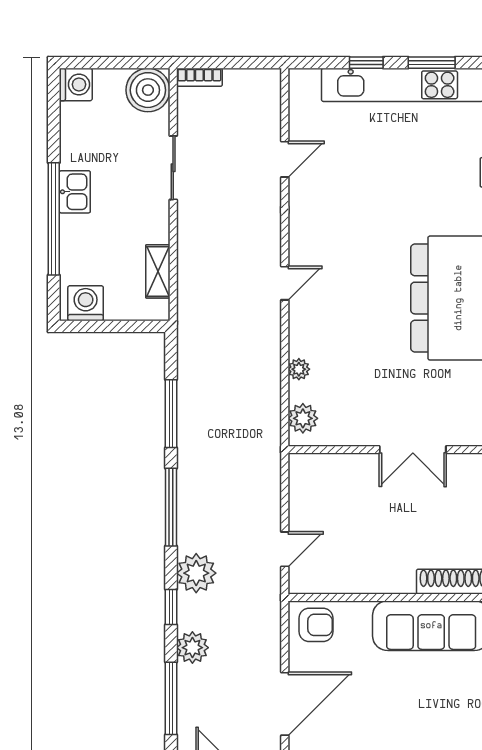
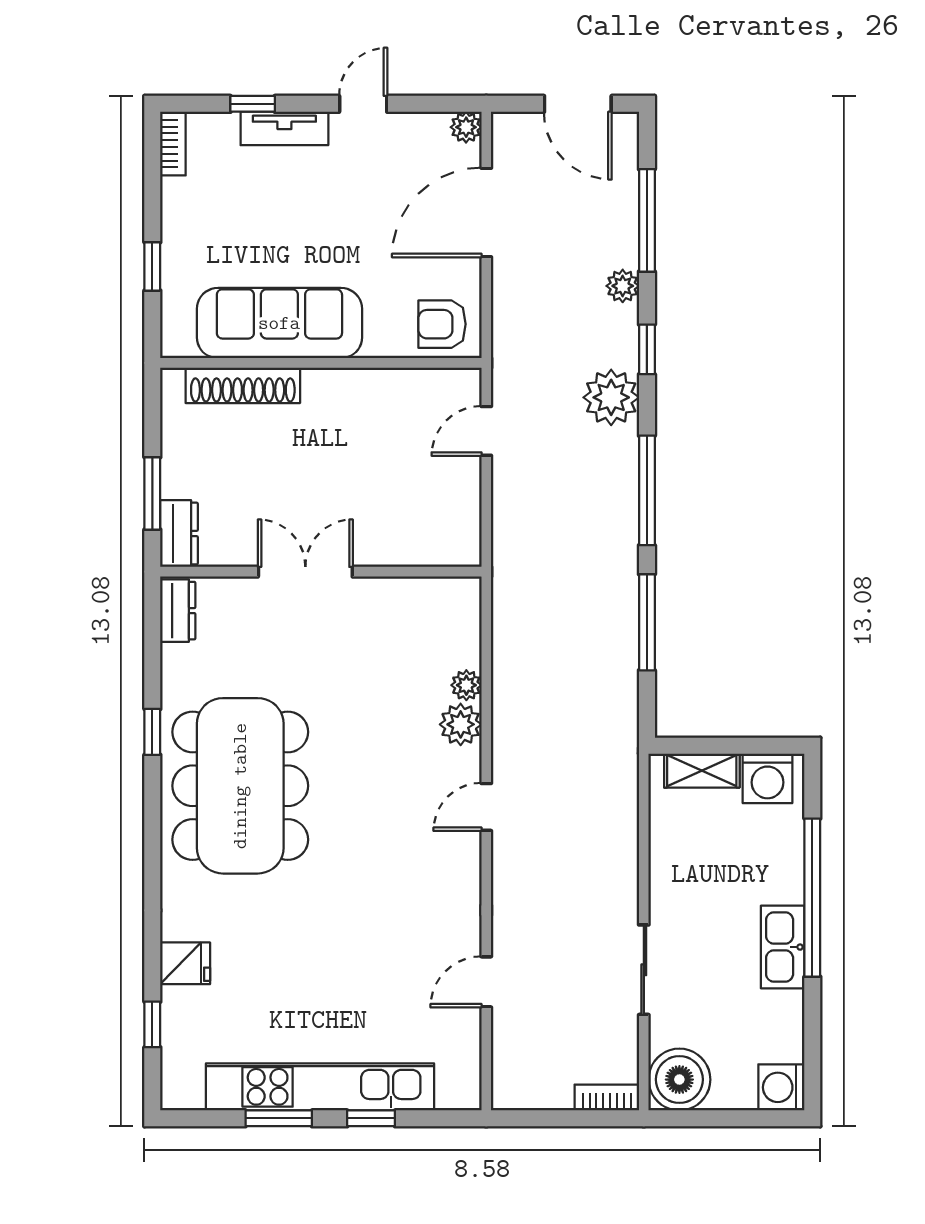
kitchen sink: (75, 192) -> (783, 947), width x1.38
shelving: (158, 271) -> (702, 771), moved, turned 90
plant: (303, 418) -> (461, 724), moved
plant: (192, 648) -> (623, 286), width x0.73, depth x0.73

